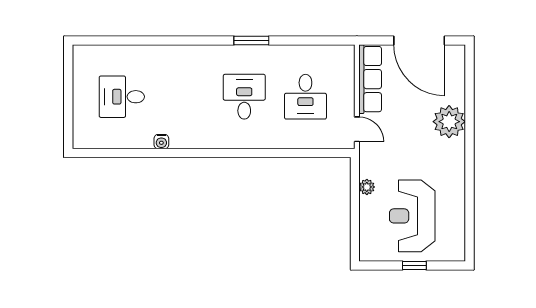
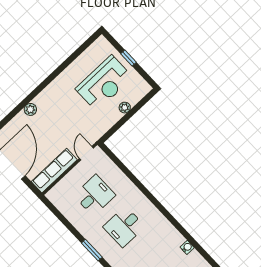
plant: (449, 122) -> (30, 109), width x0.53, depth x0.53
plant: (367, 187) -> (125, 108), moved

